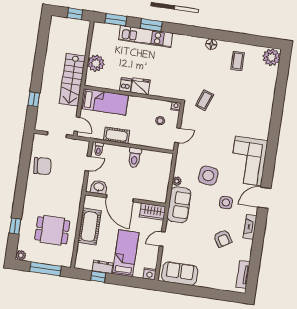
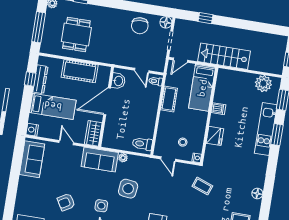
plant: (96, 63) -> (263, 84), moved
fridge: (141, 86) -> (215, 136), moved
floor lamp: (39, 140) -> (166, 22), added
toilet: (135, 158) -> (142, 144), moved
dresser: (103, 267) -> (40, 79), width x1.44

